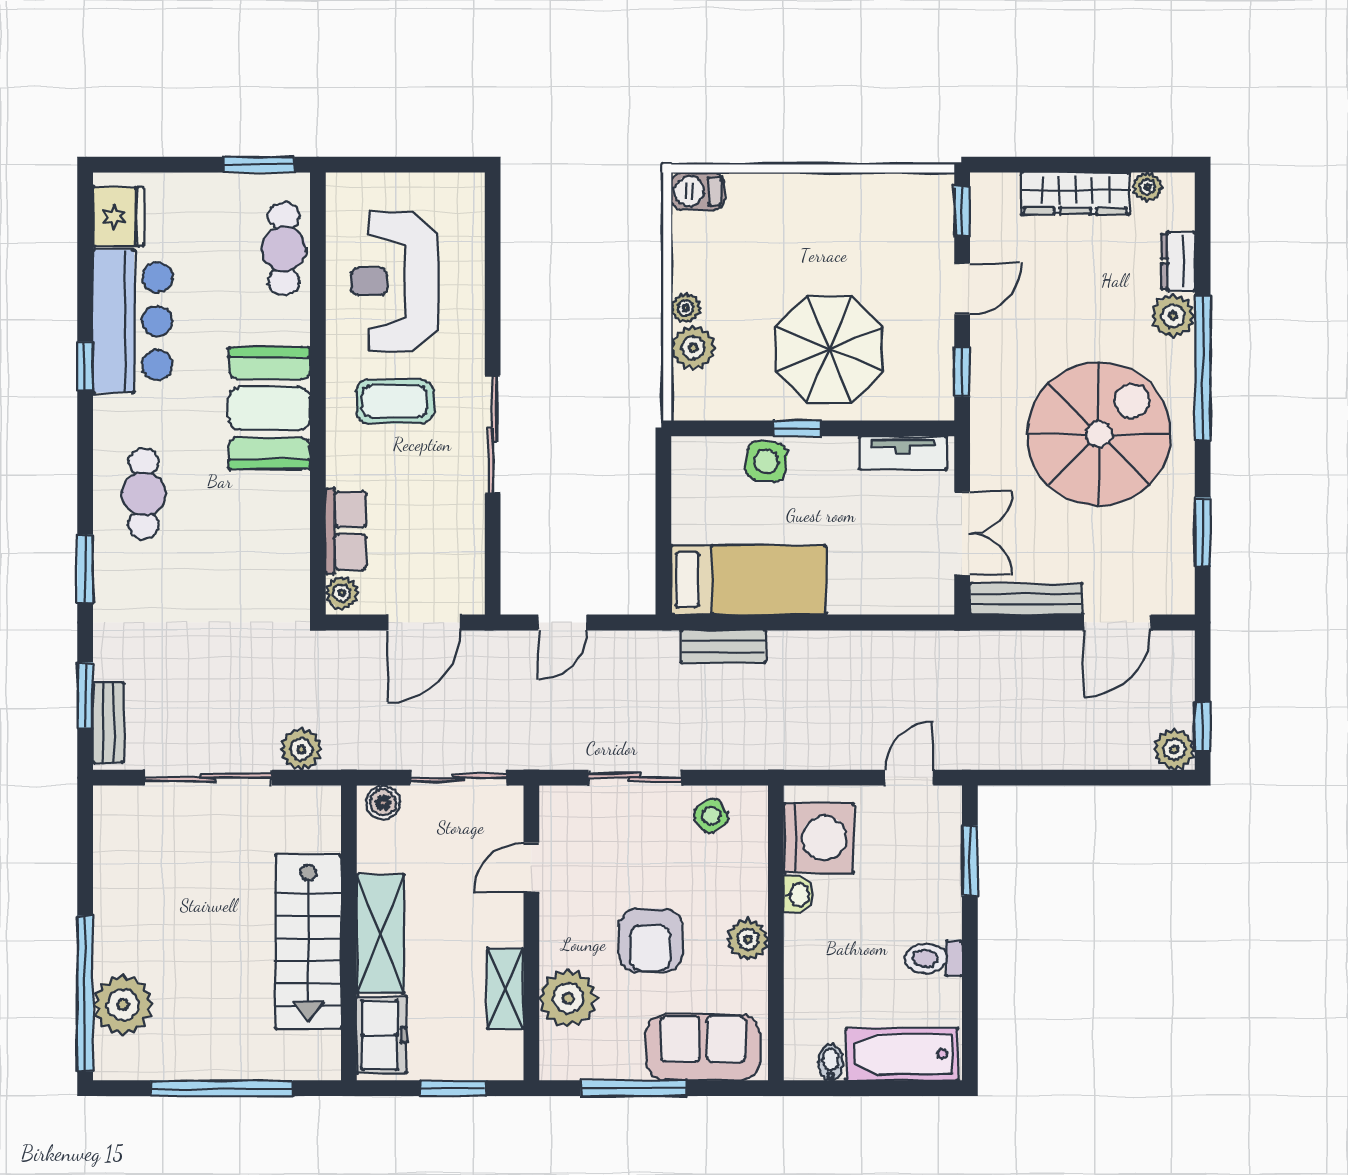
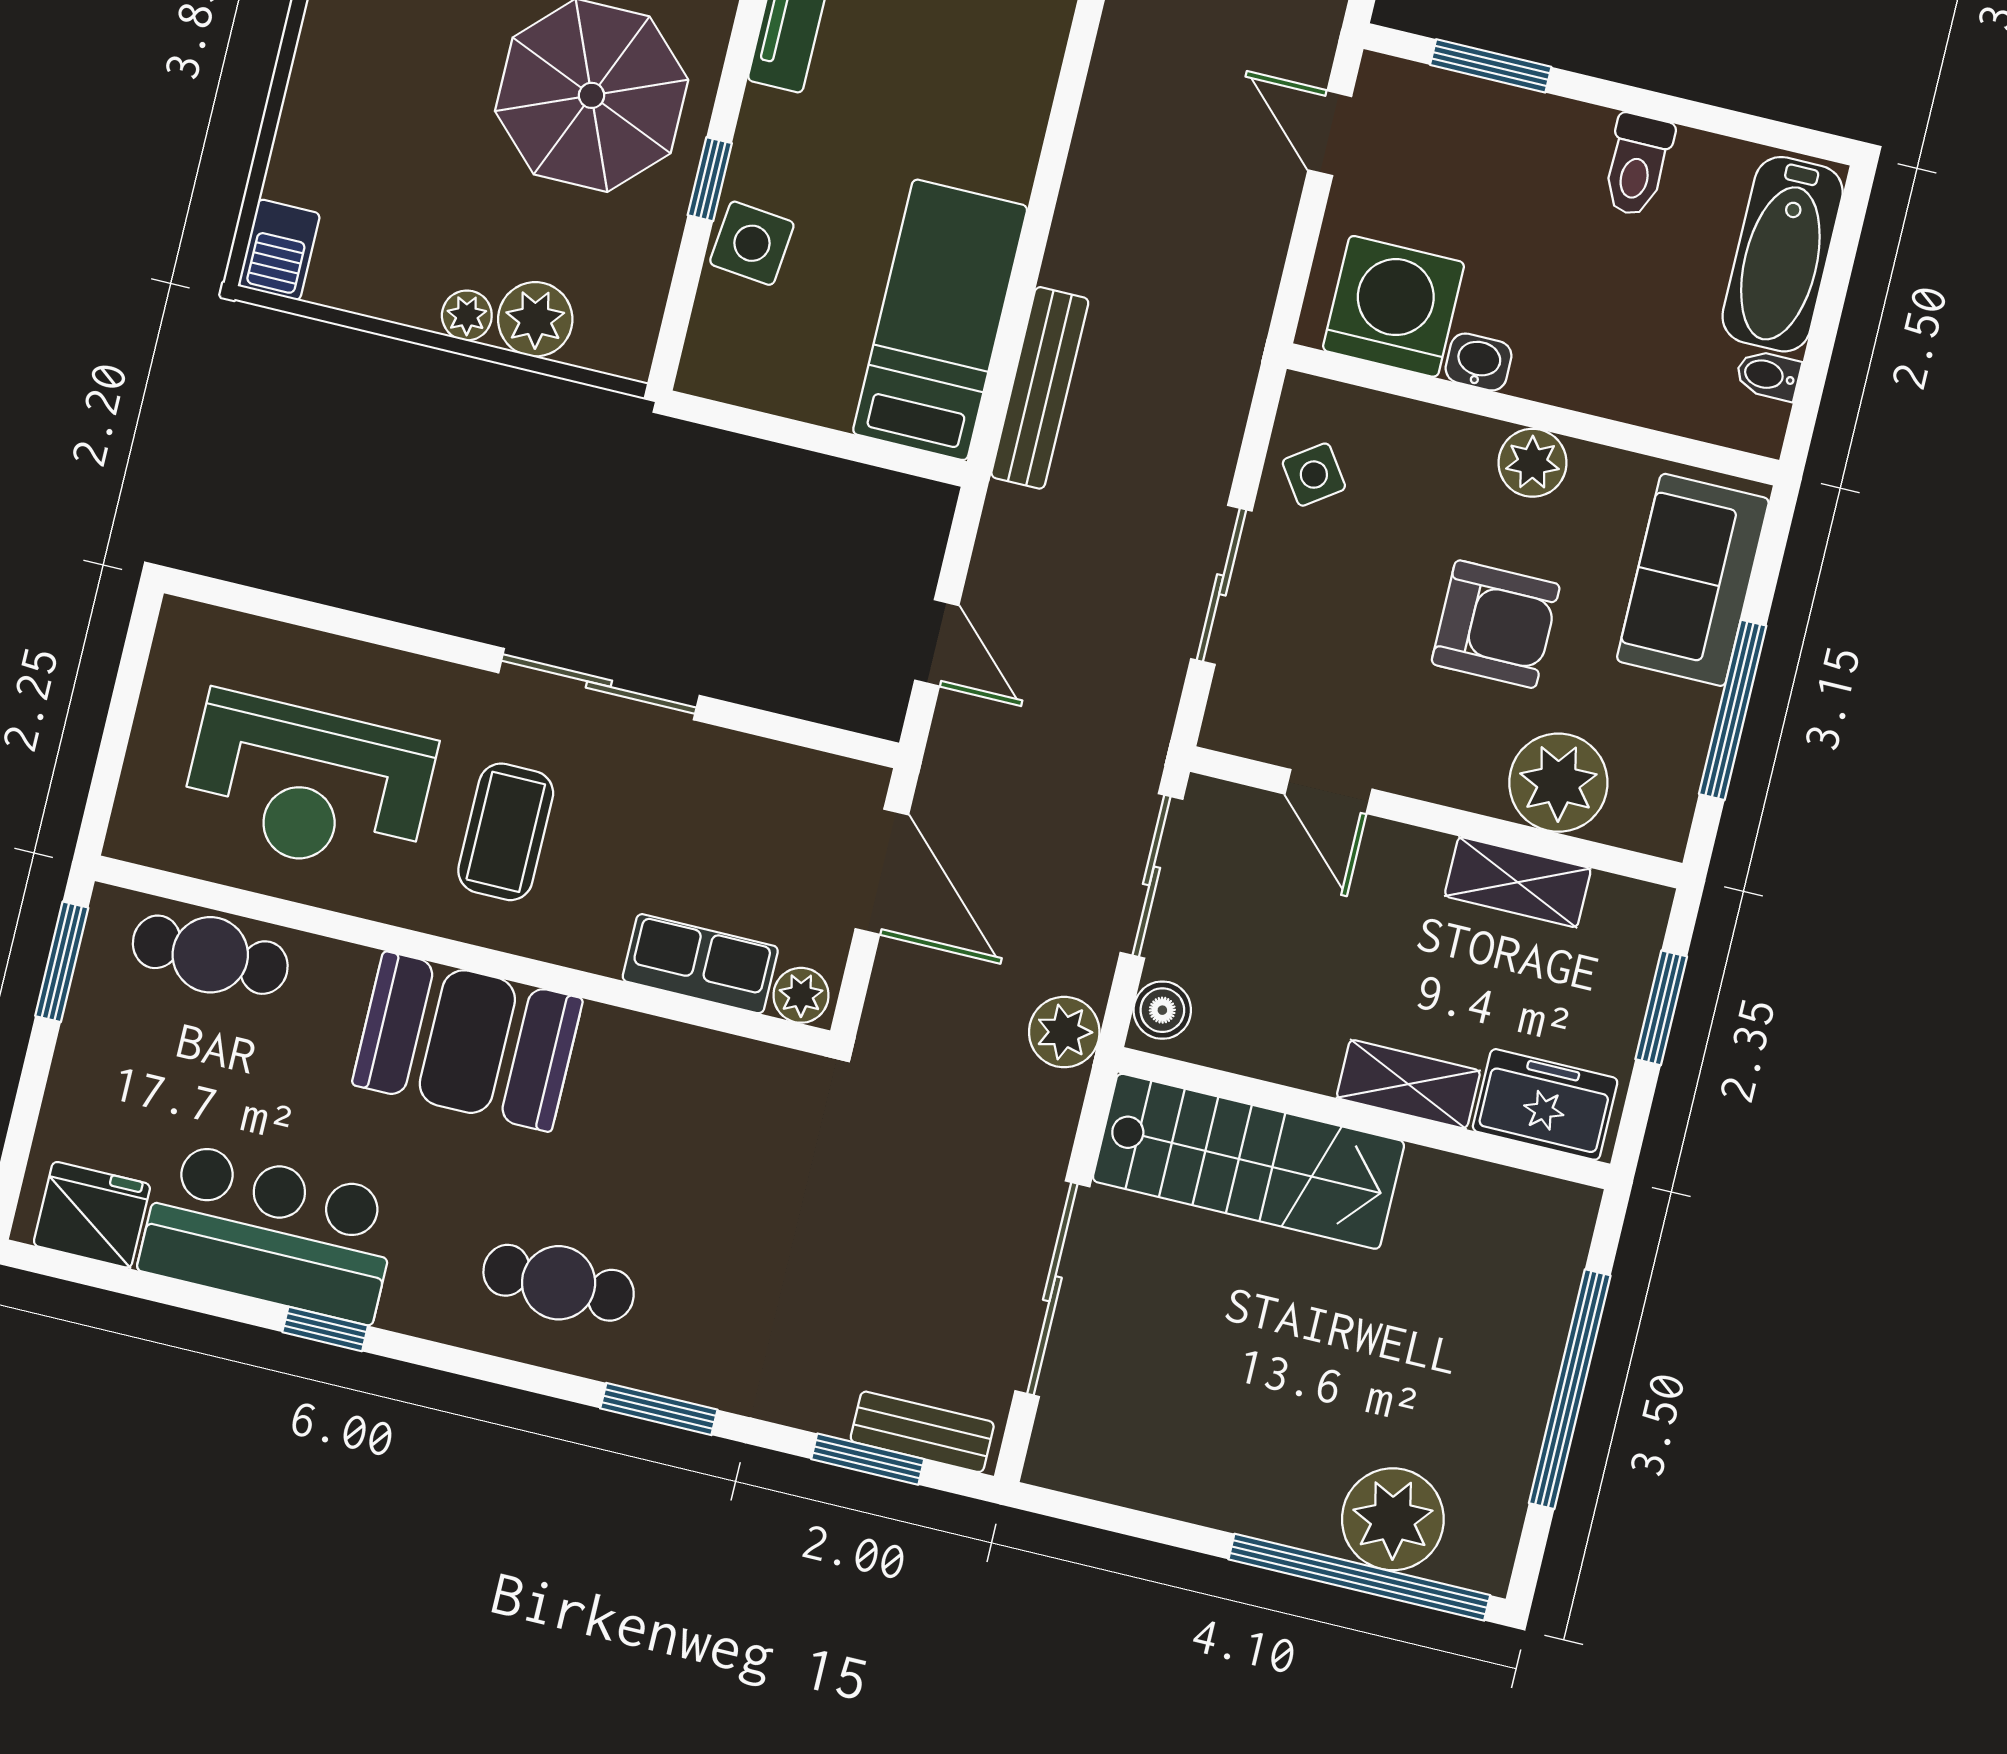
bench: (723, 646) -> (1040, 388), width x1.36
plant: (301, 749) -> (1064, 1032), moved
shelving: (380, 934) -> (1408, 1084), width x0.67, depth x0.75
stairs: (308, 942) -> (1248, 1161), moved

